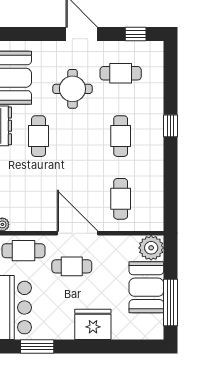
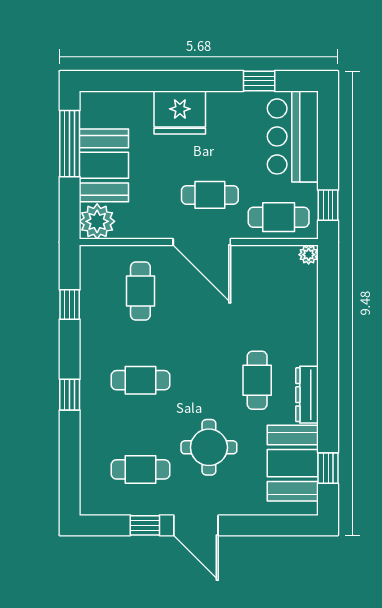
window: (136, 34) -> (145, 525), moved
cafe table: (121, 136) -> (140, 380), turned 90
window: (170, 189) -> (70, 305), added
window: (37, 347) -> (259, 81), width x0.67

